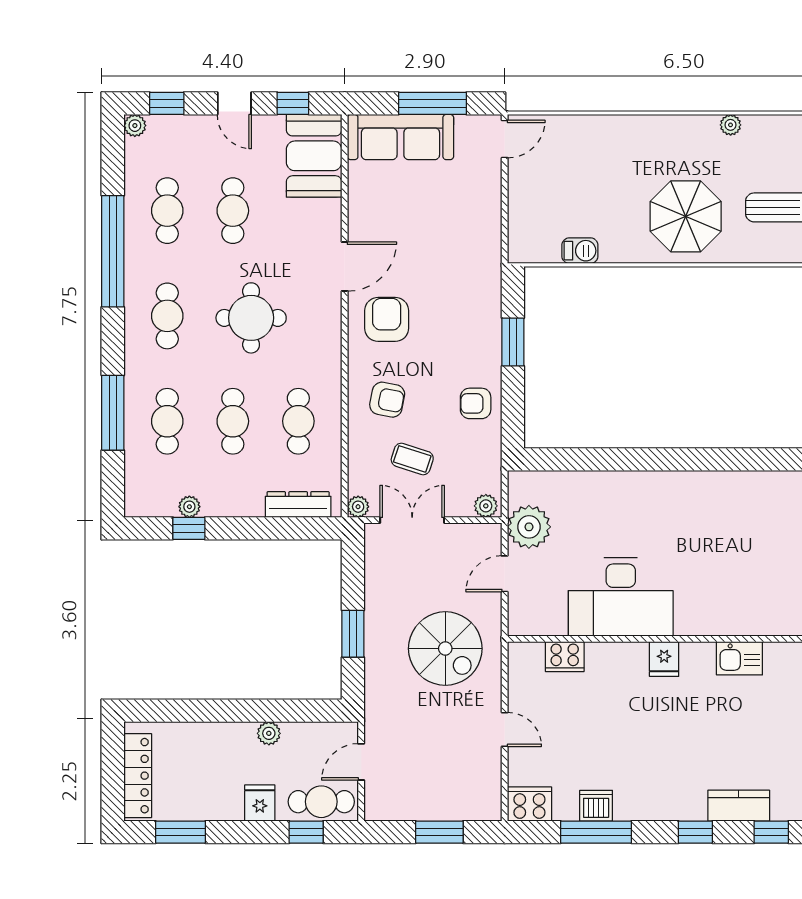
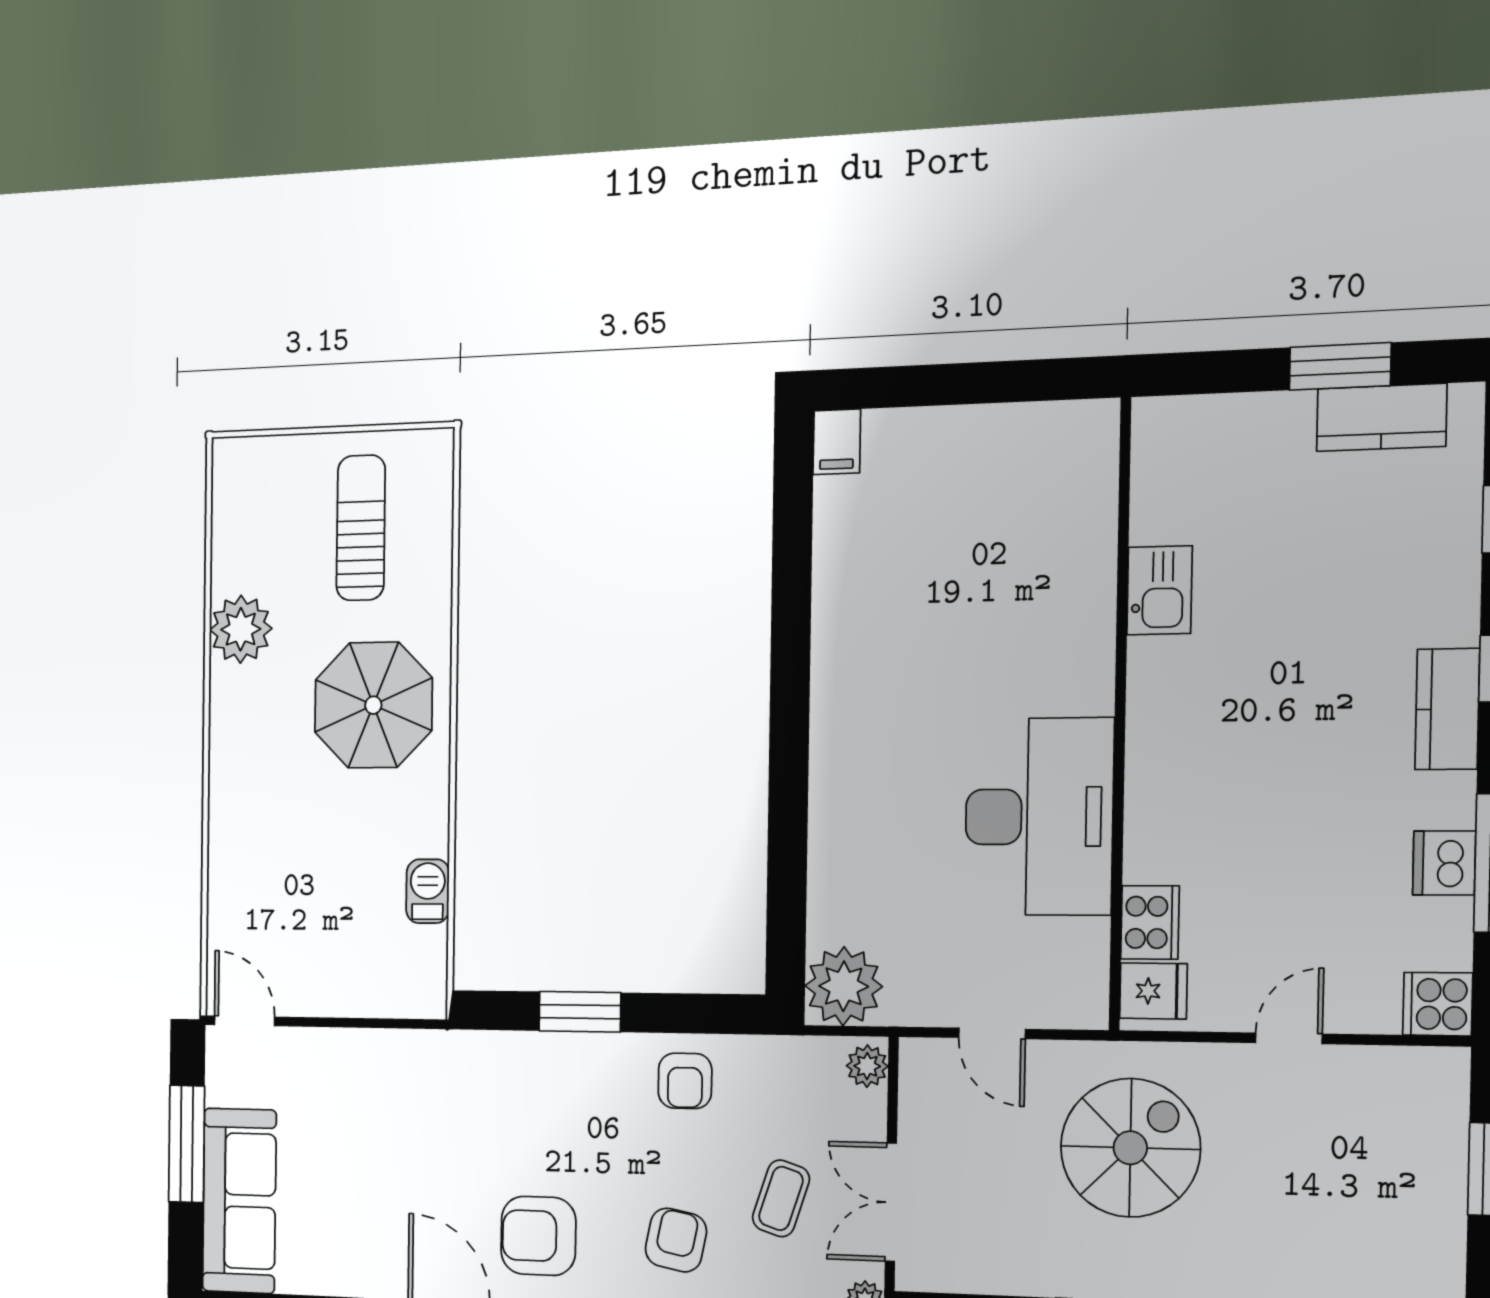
plant: (731, 125) -> (241, 629), width x1.88, depth x1.88
plant: (529, 527) -> (844, 986), moved
fridge: (664, 659) -> (1153, 991), moved
cooker: (529, 804) -> (1438, 1004), width x0.73
kitchen counter: (739, 806) -> (1447, 709), moved

